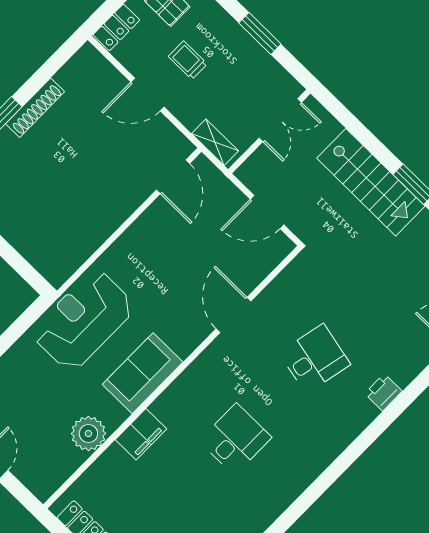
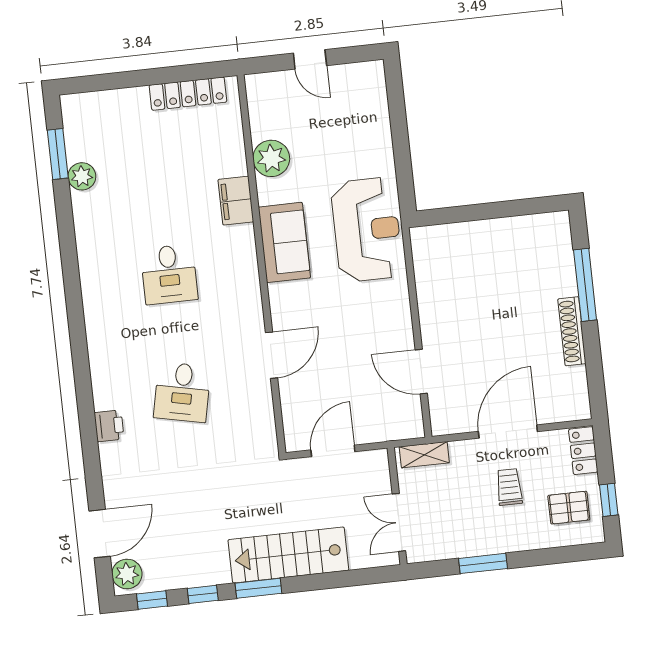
trolley: (188, 60) -> (509, 487), turned -90
door: (148, 95) -> (508, 431), width x1.36
door: (173, 177) -> (421, 372), moved
door: (234, 315) -> (272, 355), hinge flipped

